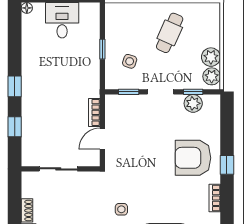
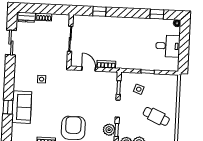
window: (15, 86) -> (157, 14), moved

